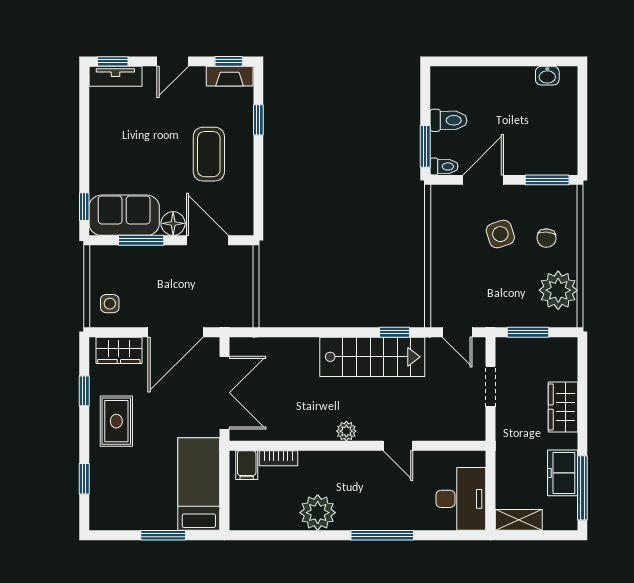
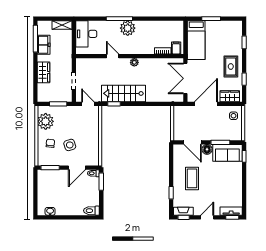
toilet: (449, 120) -> (91, 211), moved
plant: (318, 513) -> (128, 28), moved

